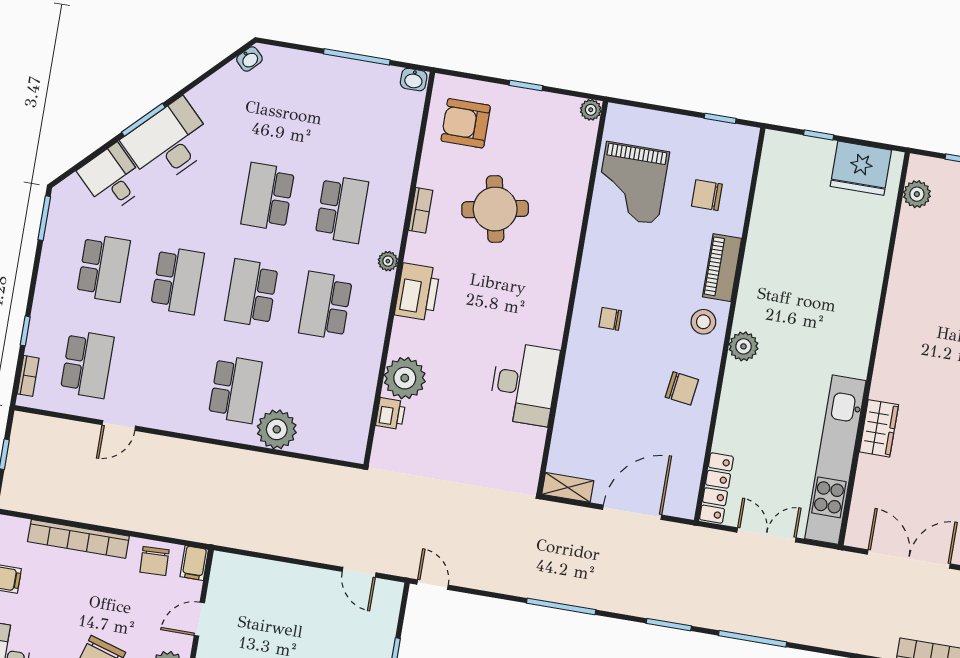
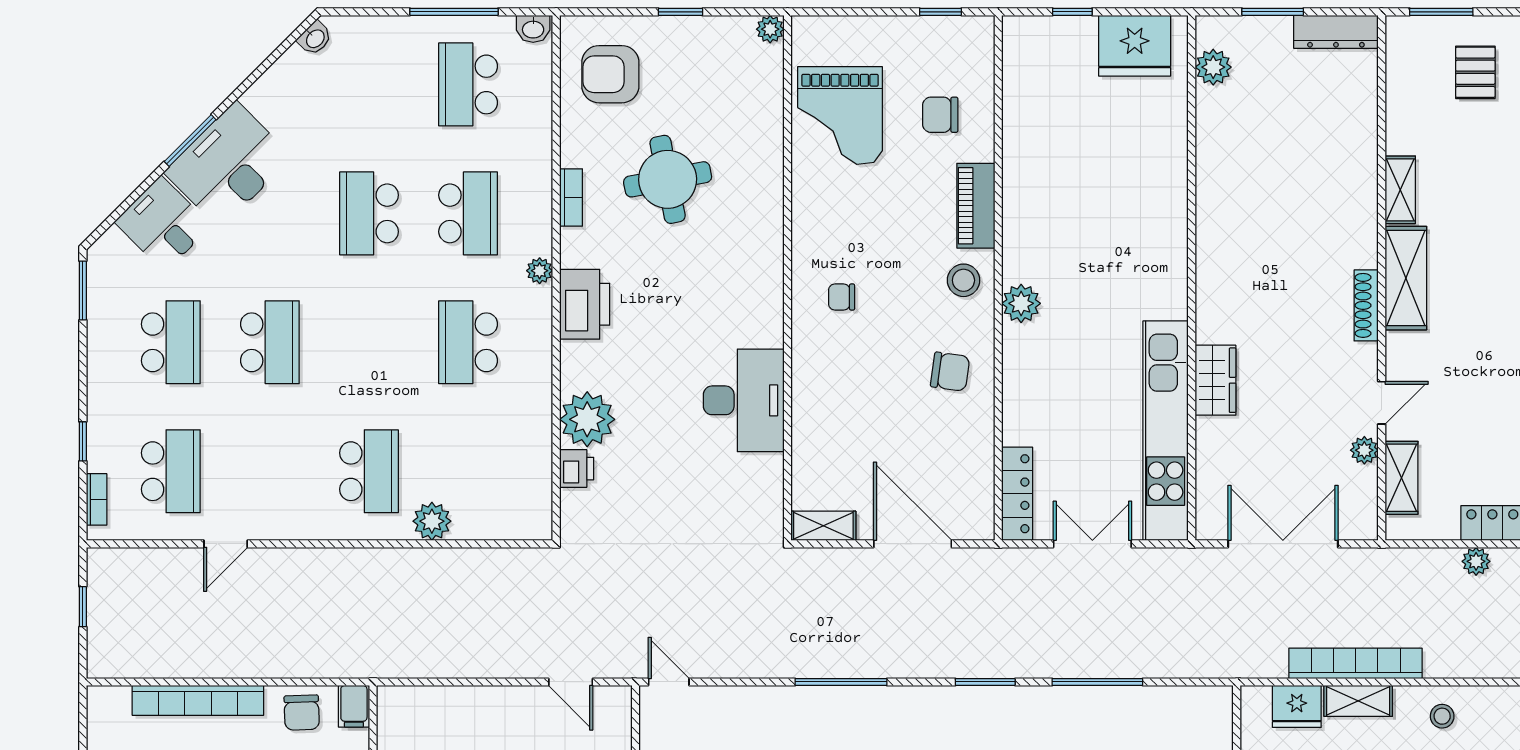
school desk: (251, 293) -> (468, 84), moved
plant: (277, 429) -> (432, 521), width x0.73, depth x0.73
door: (632, 512) -> (913, 544), hinge flipped

